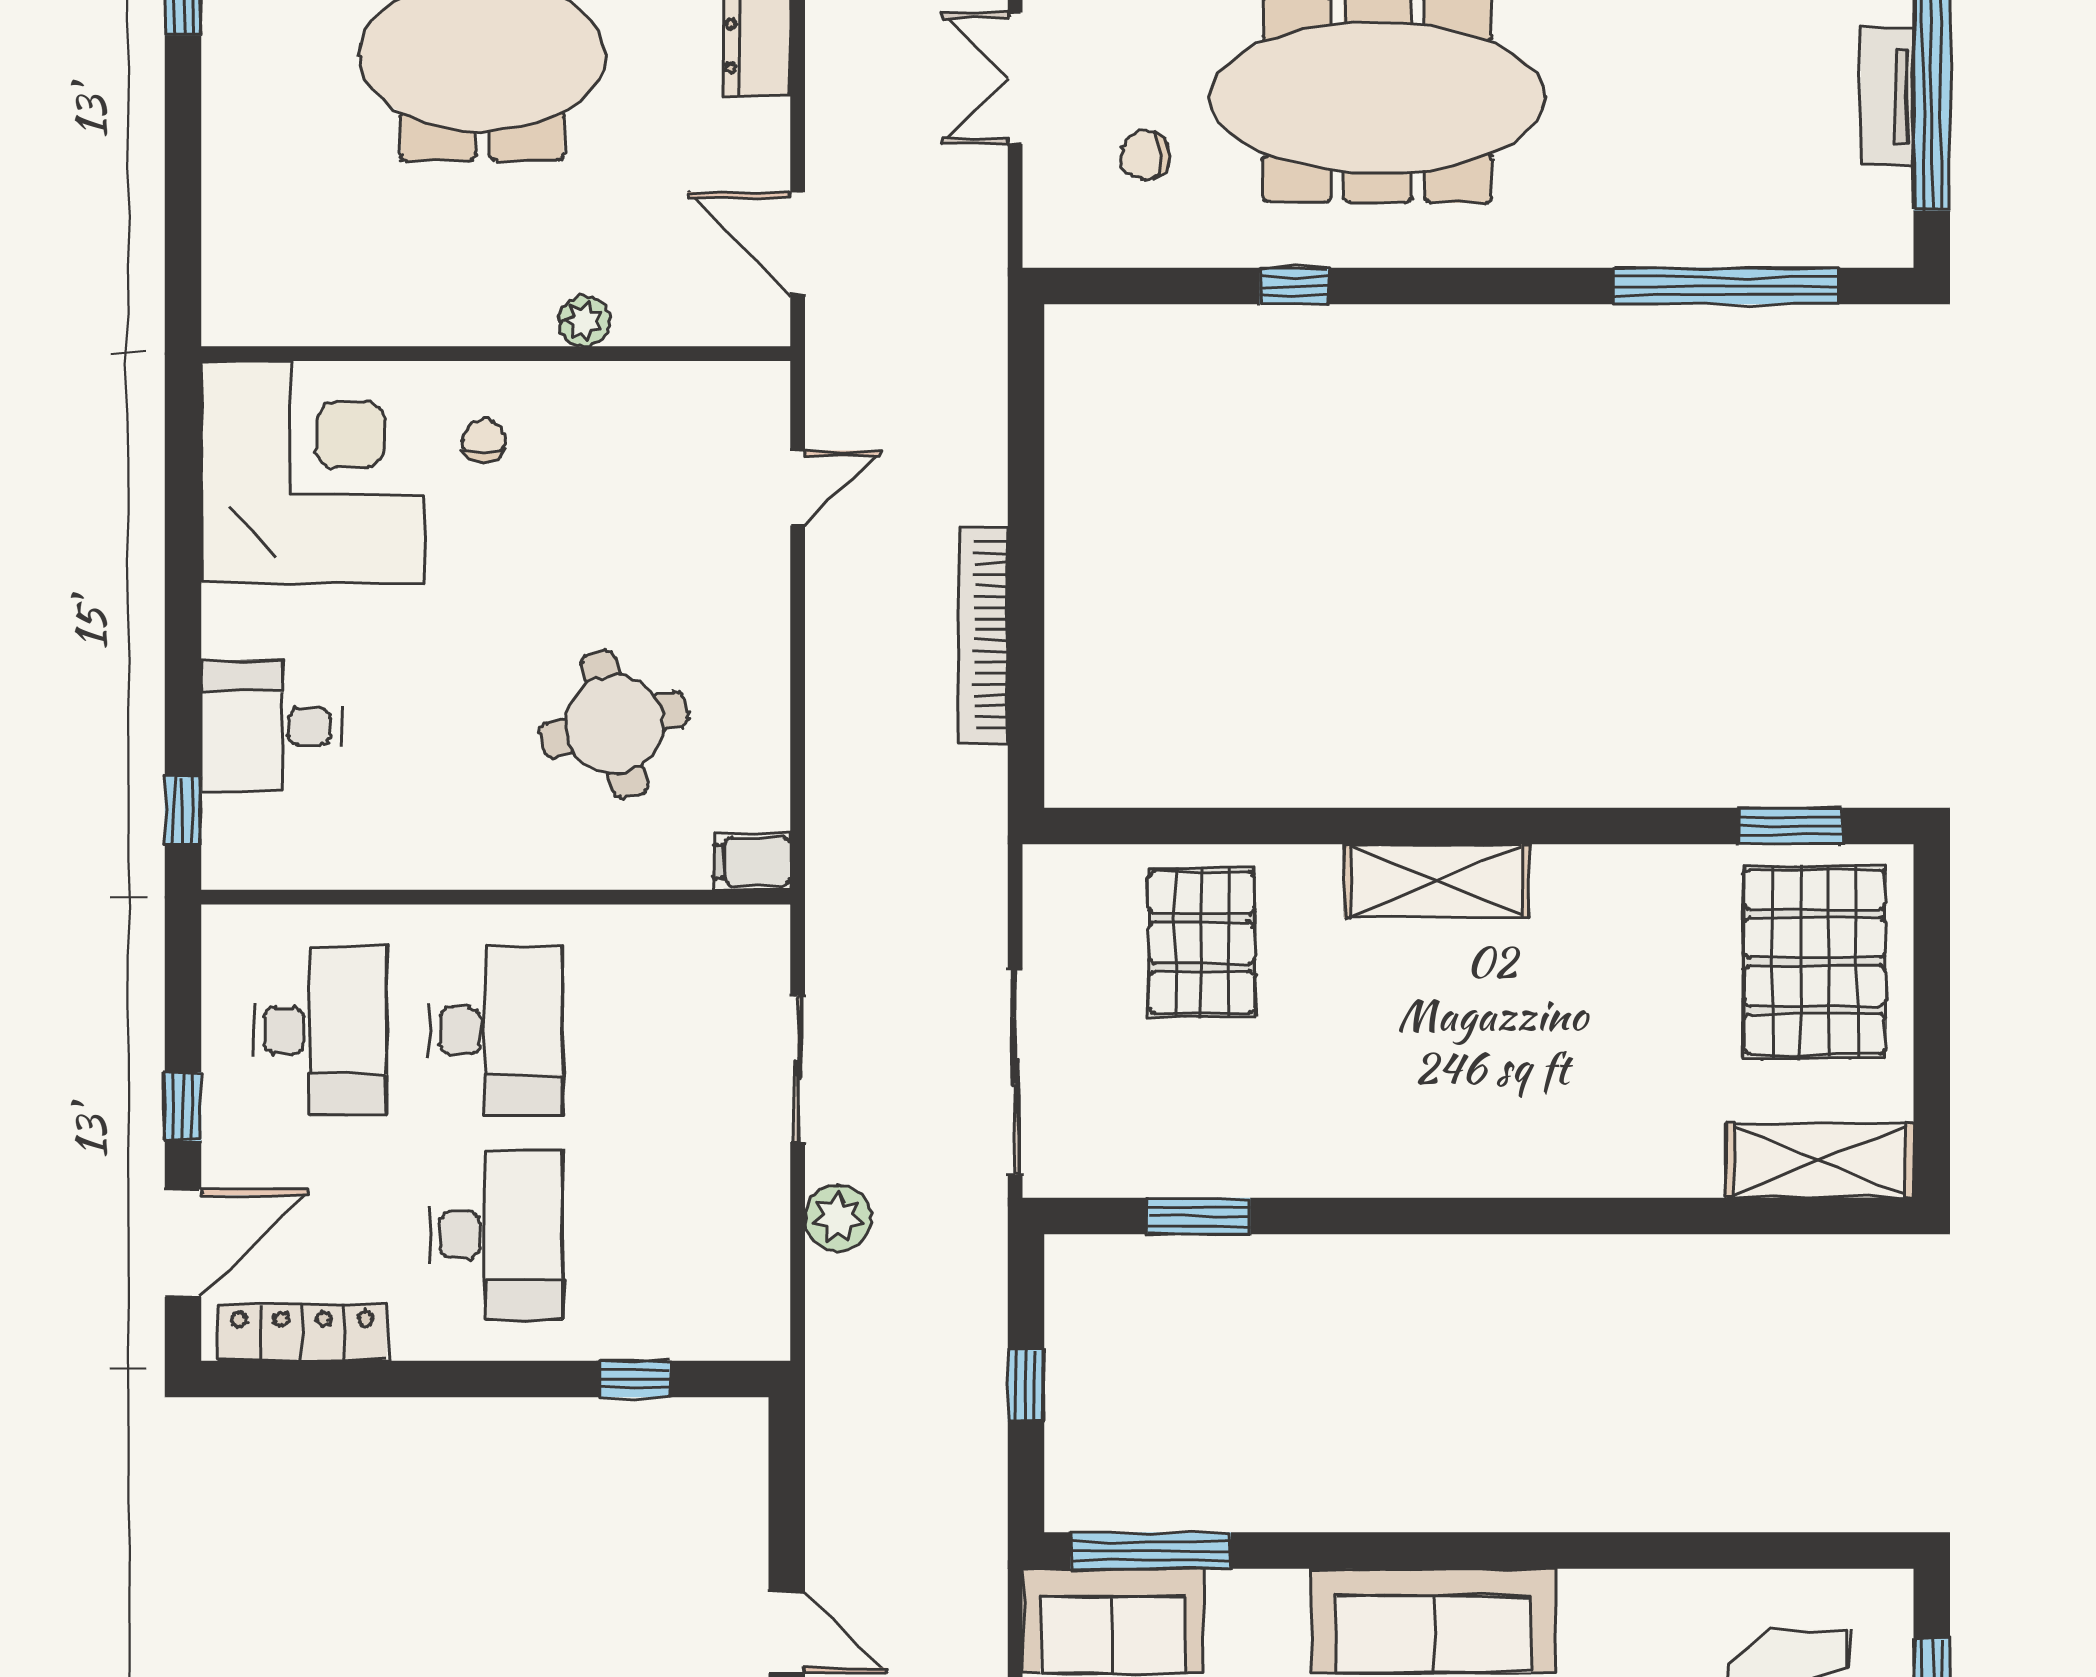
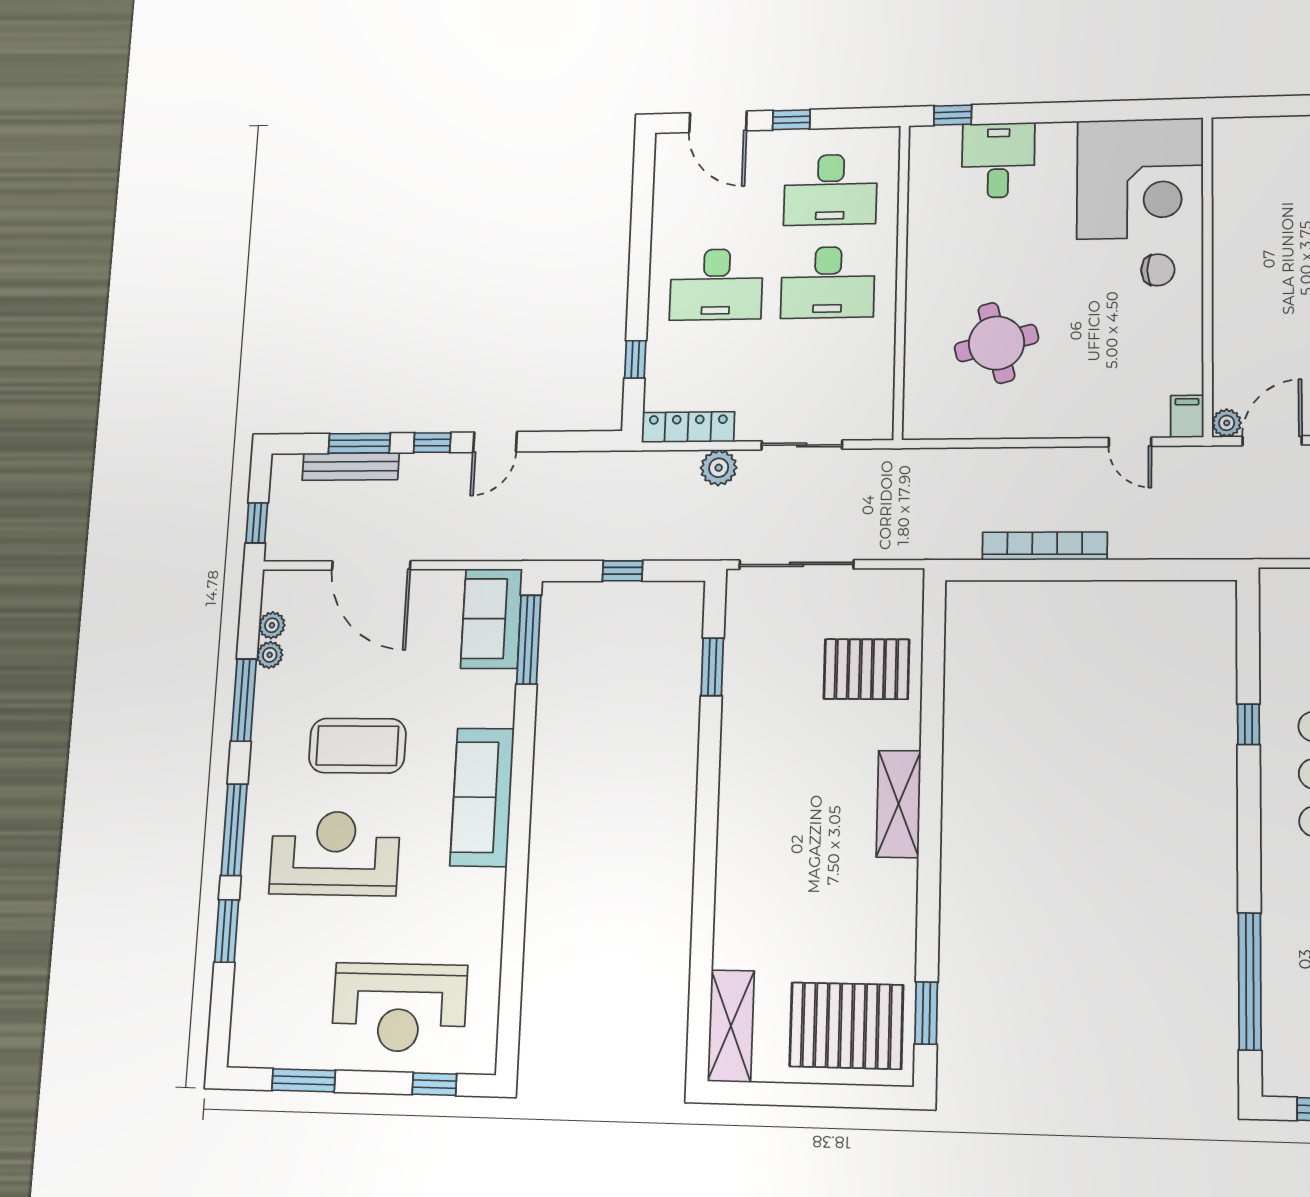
plant: (584, 321) -> (1227, 423), moved
chair: (484, 440) -> (1158, 270), width x1.37, depth x1.37
filing cabinet: (753, 862) -> (1187, 416), moved
locker: (302, 1333) -> (688, 427), moved, turned -90

